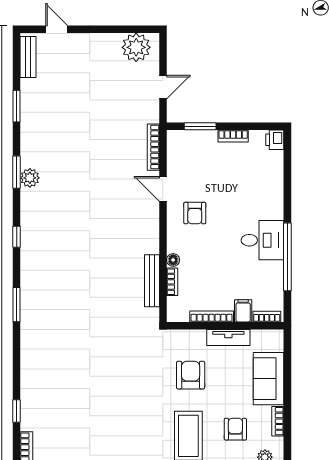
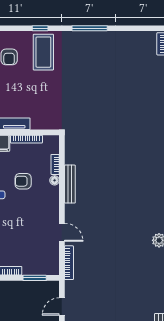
armchair: (195, 213) -> (23, 181), moved, turned -90
bench: (152, 281) -> (70, 184), moved
armchair: (191, 375) -> (42, 96), removed

